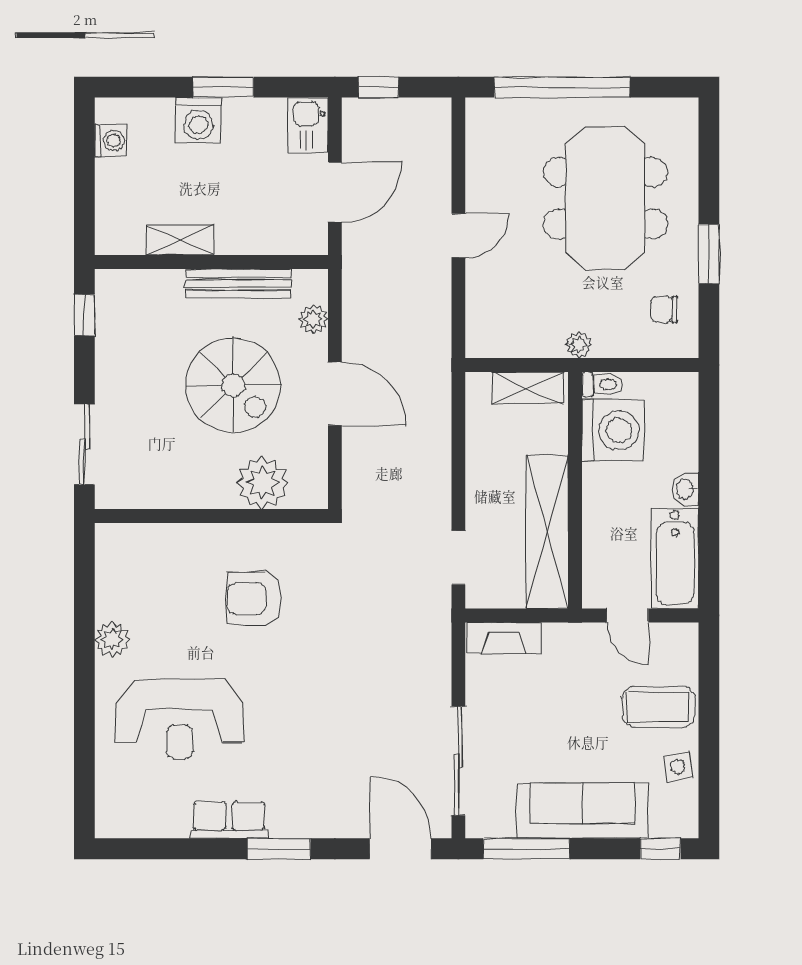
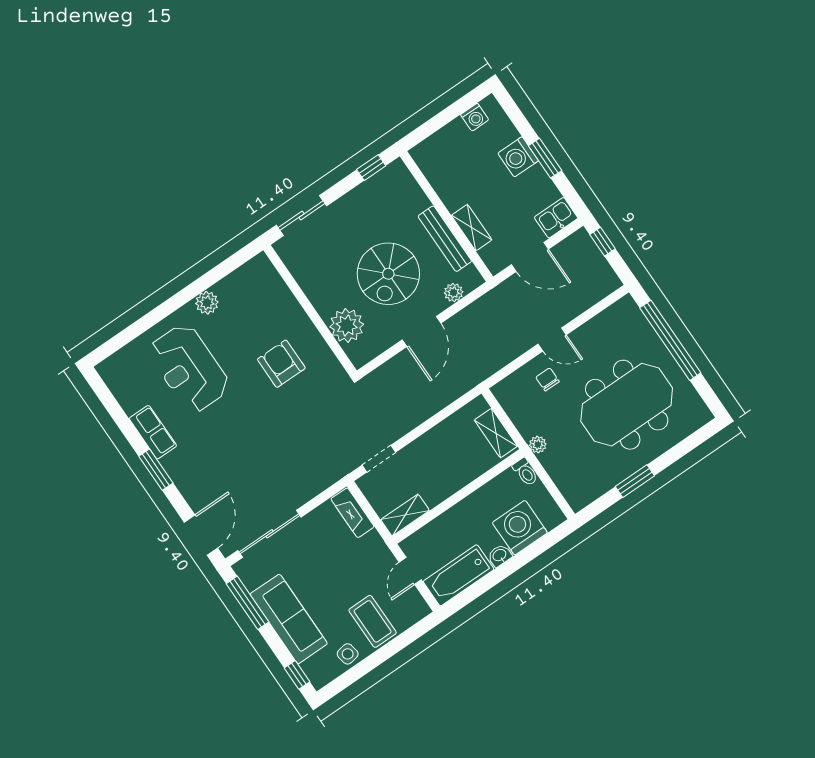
shelving: (180, 240) -> (472, 228), moved
chair: (664, 309) -> (547, 379), moved
washing machine: (613, 430) -> (520, 528), moved, turned 180
shelving: (547, 532) -> (405, 515), width x0.45, depth x0.75

